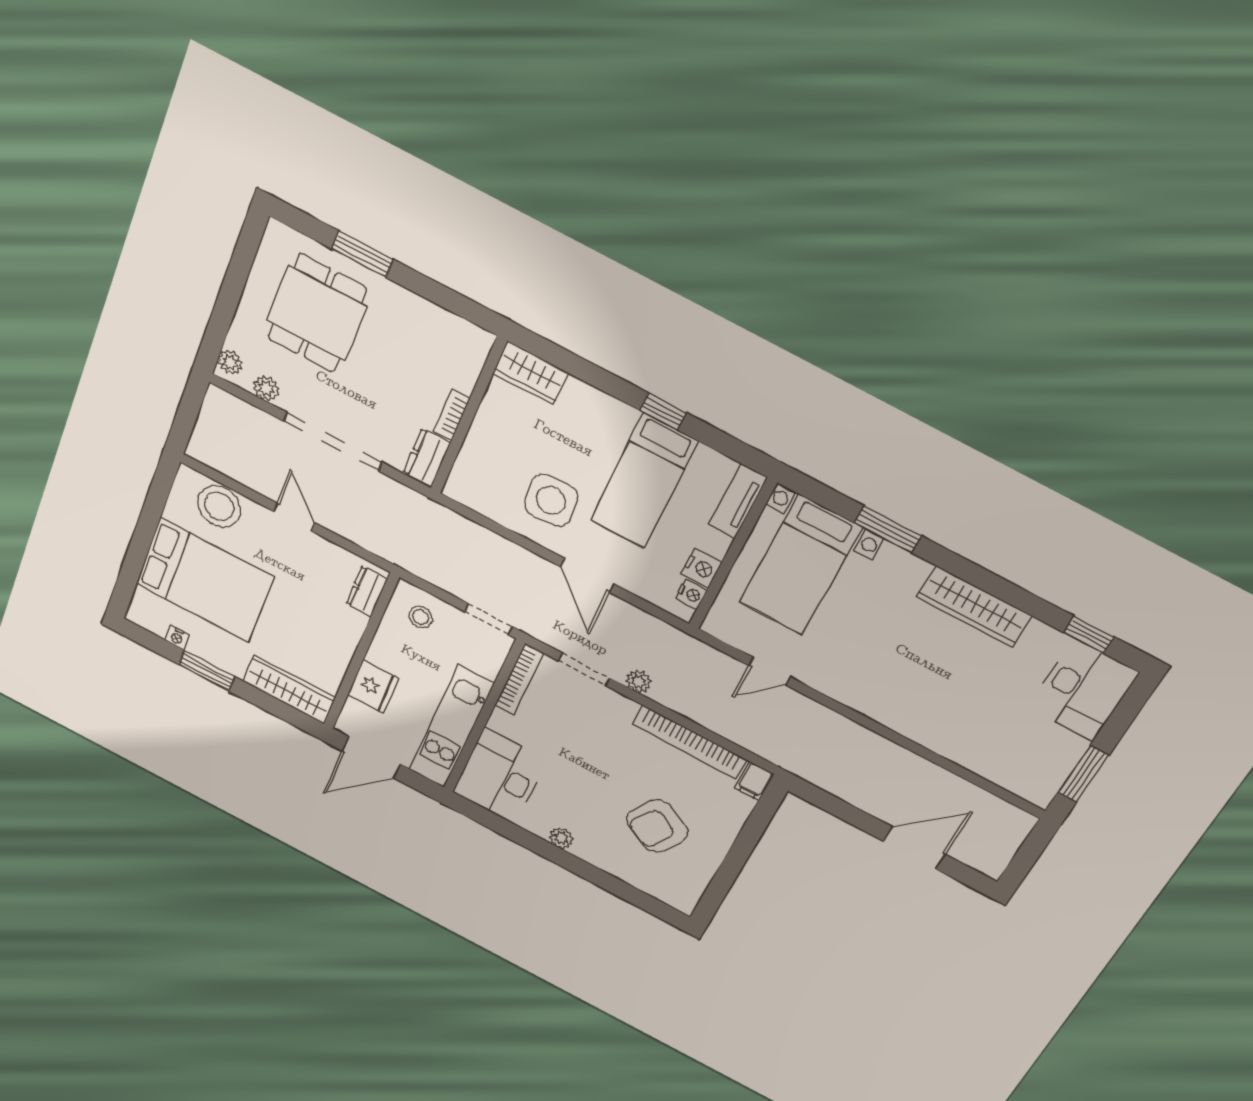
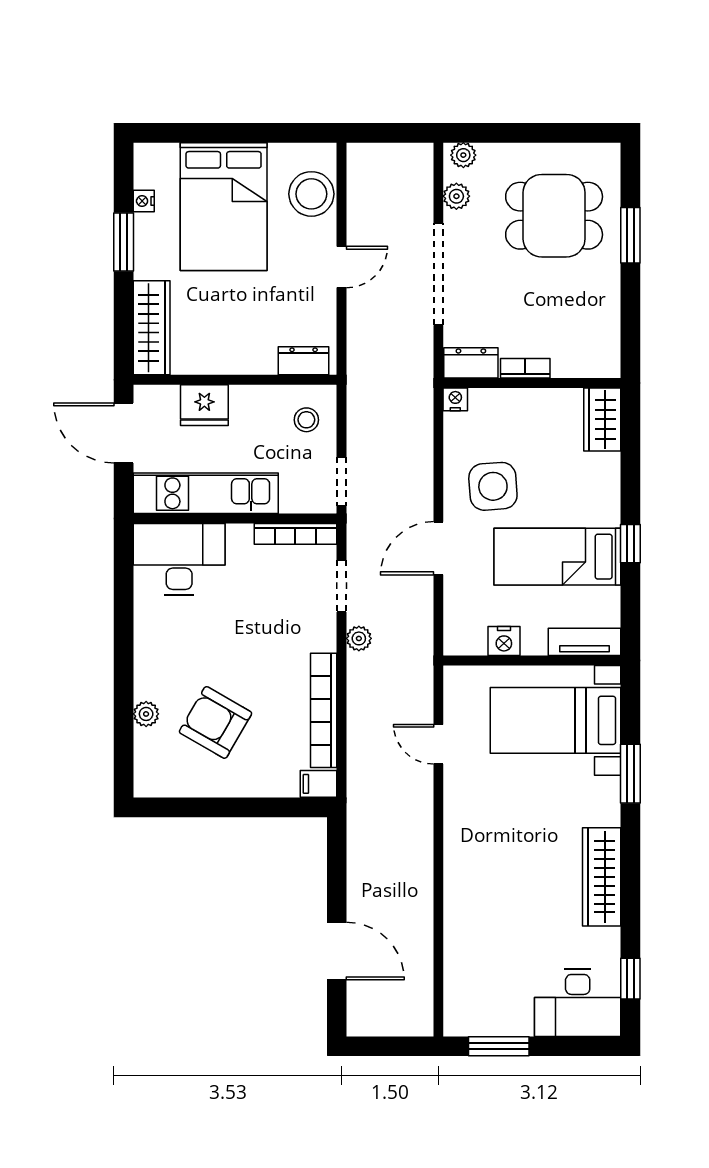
nightstand: (691, 594) -> (455, 399), moved, turned 180
plant: (561, 838) -> (146, 714), moved

